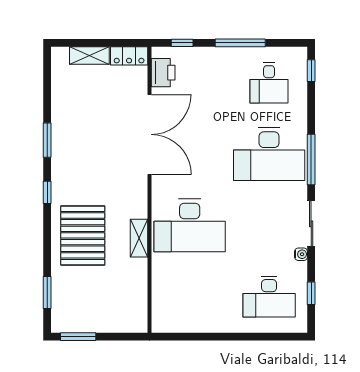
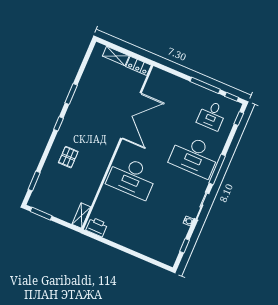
window: (182, 43) -> (232, 97), moved
printer: (163, 73) -> (97, 227), moved, turned -90
pallet: (83, 235) -> (68, 157), width x0.49, depth x0.50
shelving: (139, 238) -> (81, 216), moved
desk: (269, 297) -> (160, 237), removed

